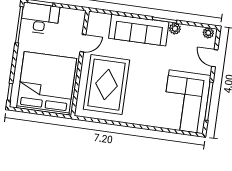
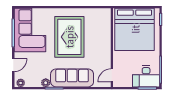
door: (83, 43) -> (112, 75), moved
door: (215, 58) -> (13, 65), hinge flipped
rug: (107, 85) -> (69, 37), moved

